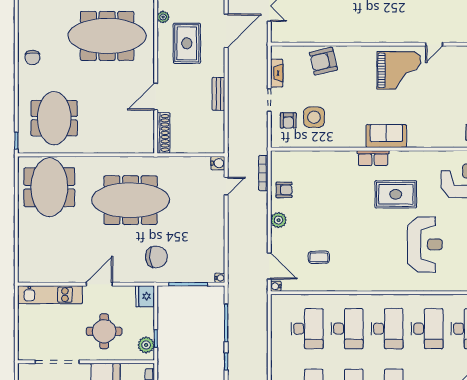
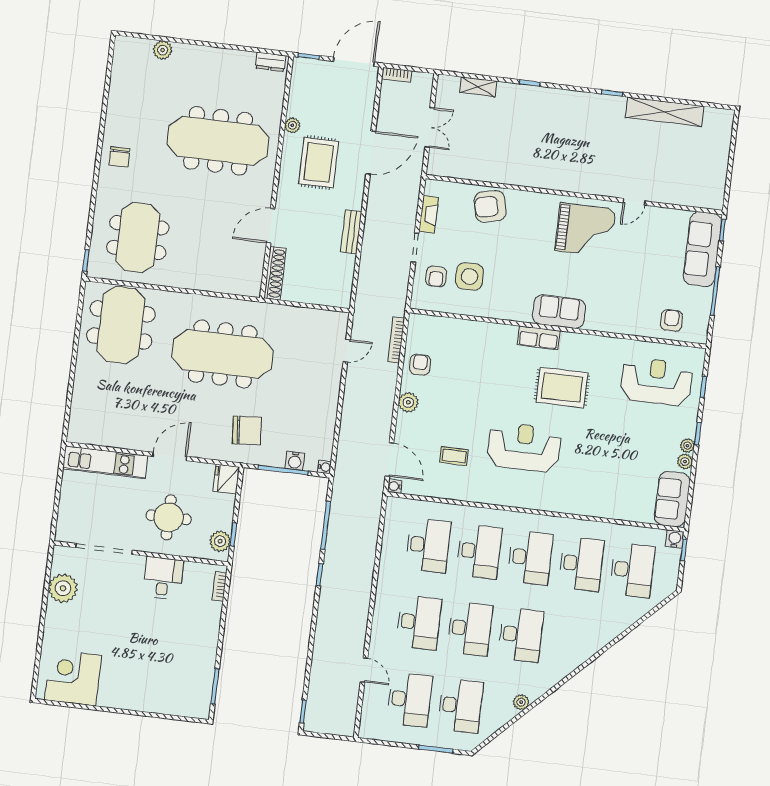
water cooler: (218, 163) -> (295, 461), moved, turned 90
armchair: (284, 190) -> (420, 365), turned -90
reception desk: (425, 244) -> (524, 447), moved, turned -90

